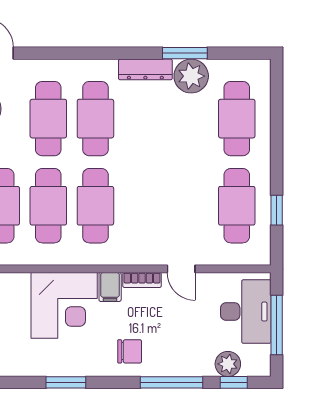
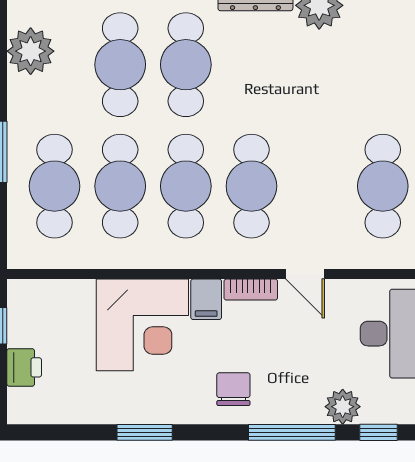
cafe table: (237, 119) -> (251, 186), moved
chair: (130, 351) -> (233, 389), turned -90
plant: (228, 364) -> (343, 407), moved

